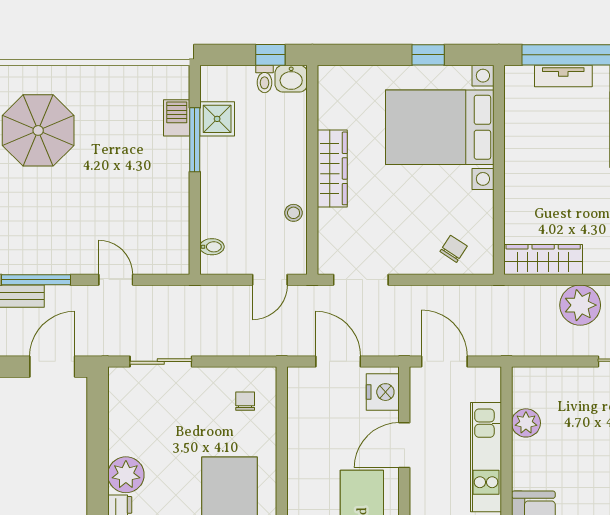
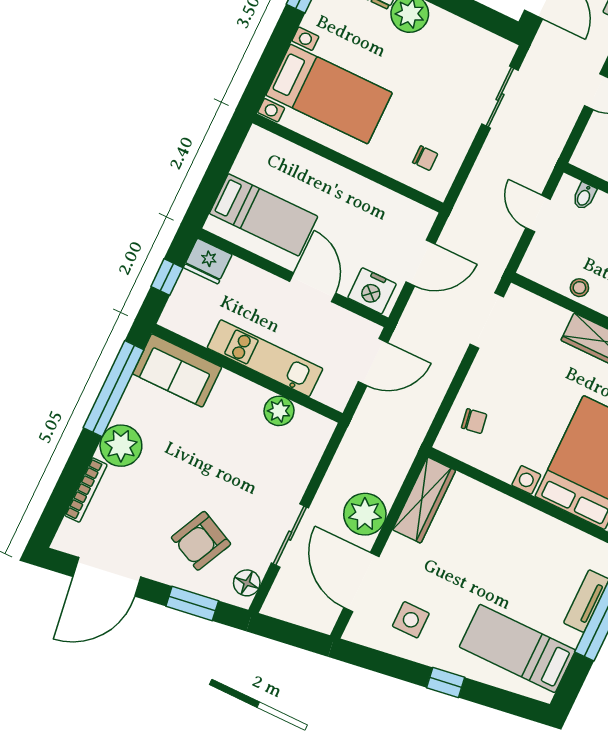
chair: (454, 249) -> (474, 421), turned -42
door: (270, 280) -> (538, 214), moved

